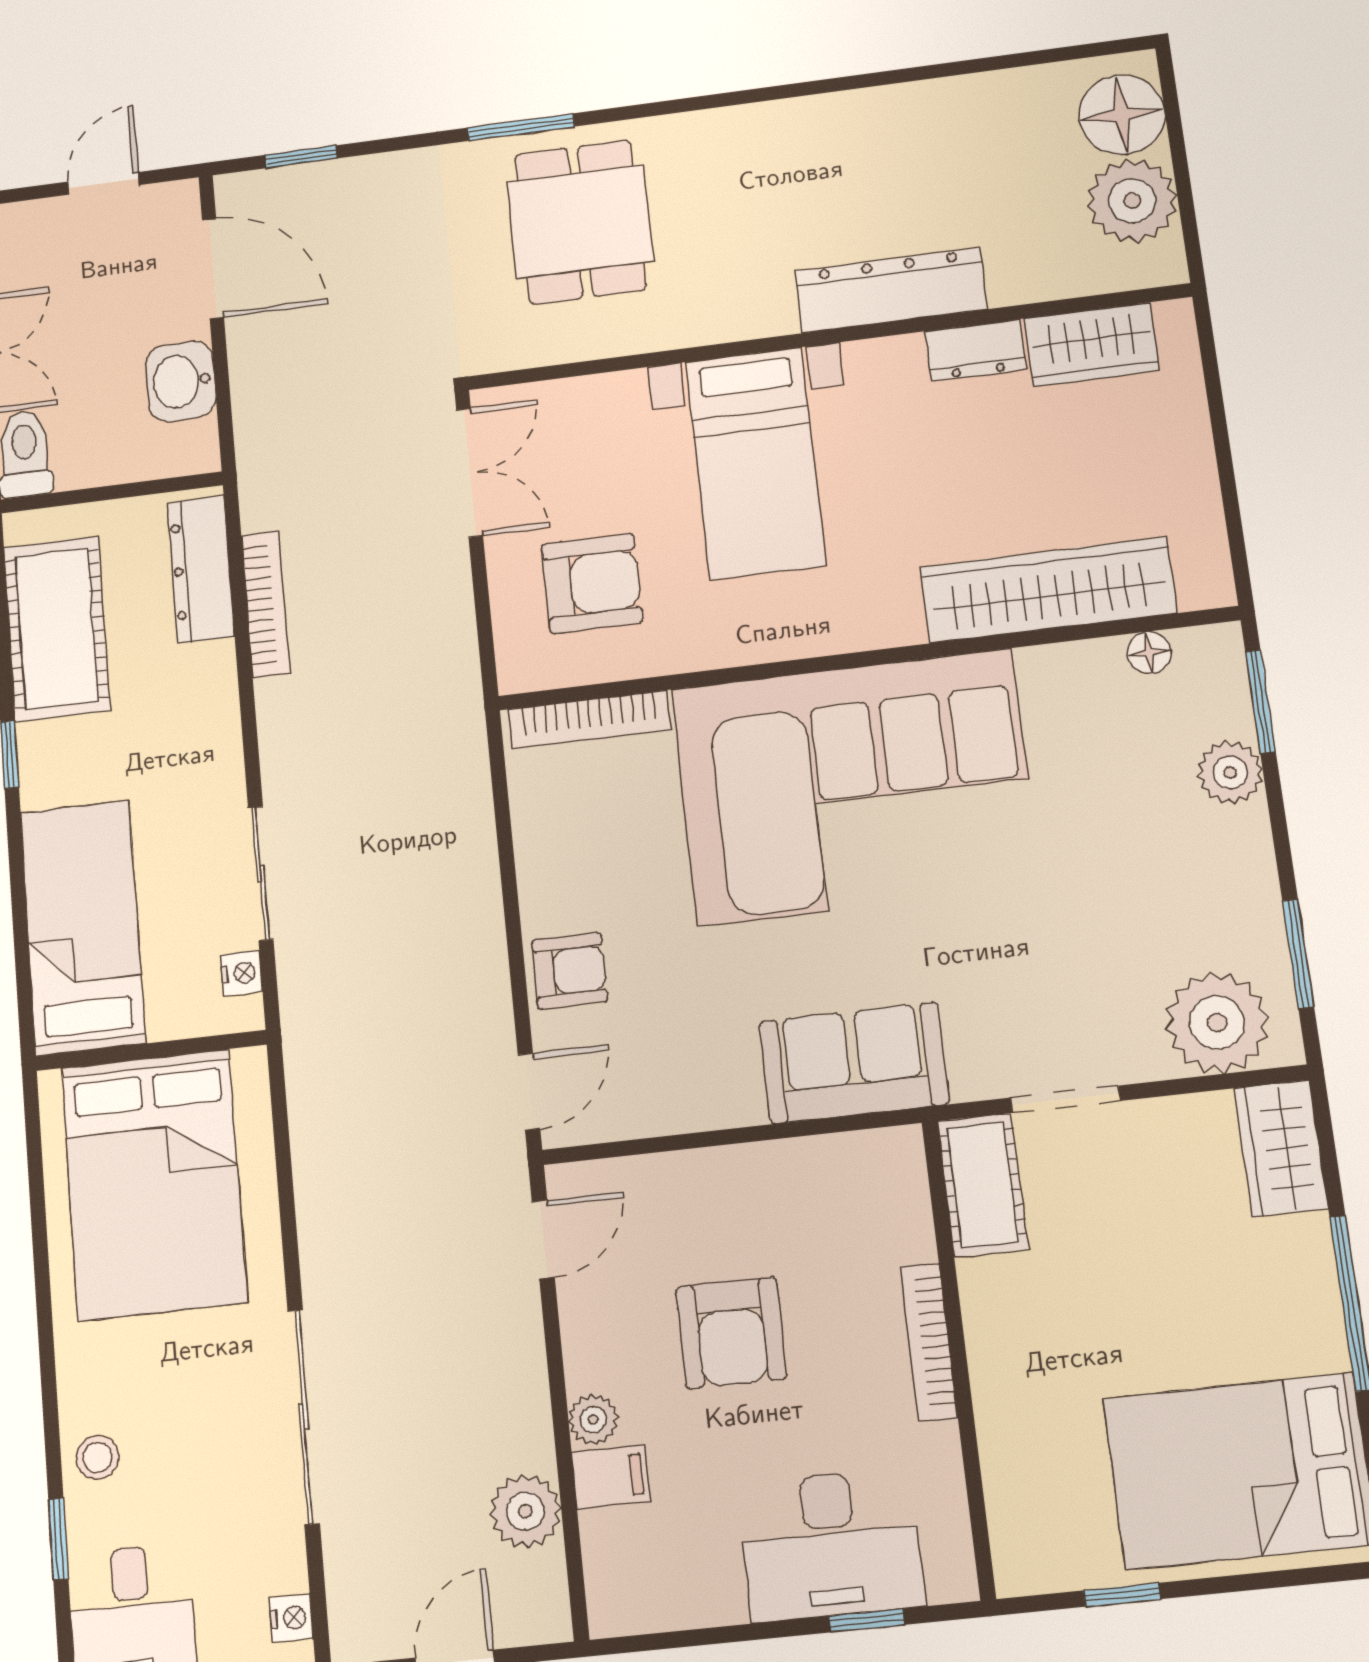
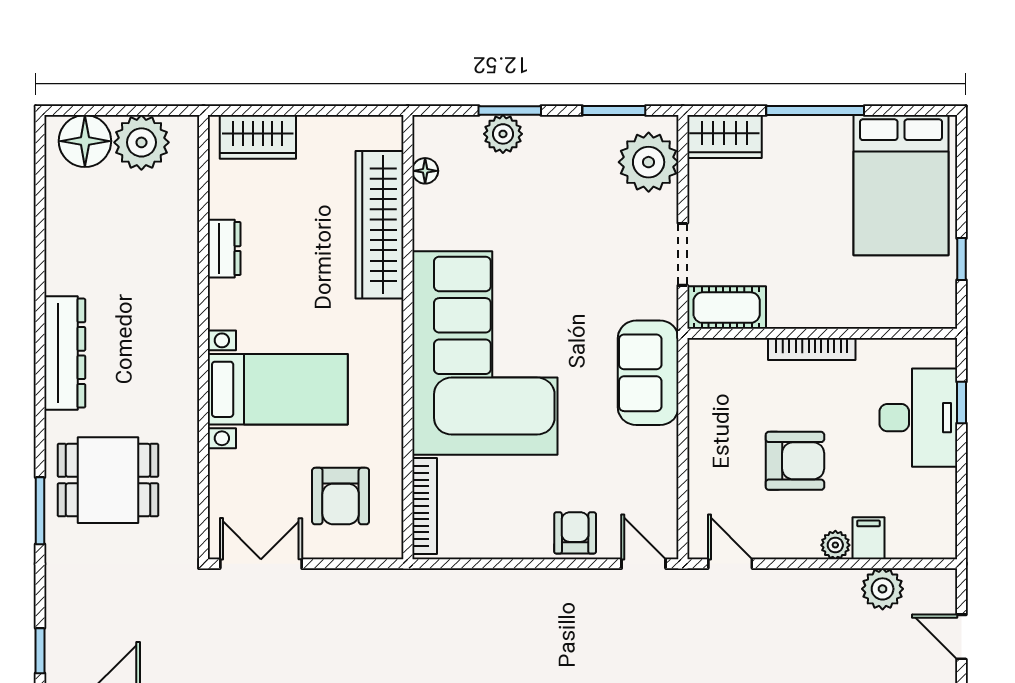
dresser: (891, 290) -> (65, 353), moved, turned 180
wardrobe: (1092, 344) -> (258, 137), moved, turned 90
armchair: (592, 583) -> (341, 496), turned 180
window: (1260, 701) -> (510, 110), moved

